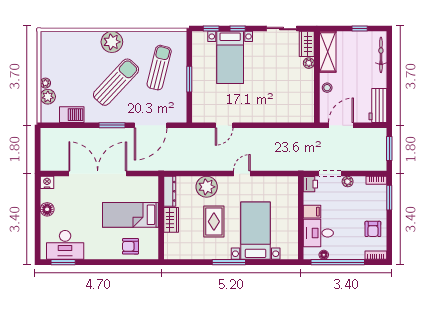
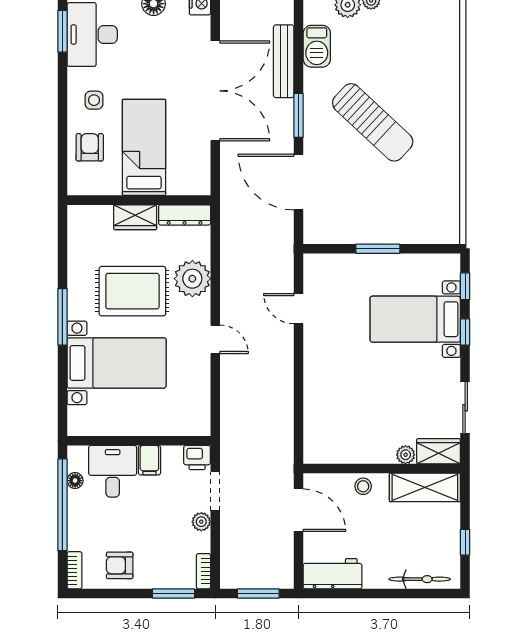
plant: (112, 42) -> (442, 115), removed
sun lounger: (159, 68) -> (398, 197), removed
bench: (81, 134) -> (284, 61), added
rug: (214, 222) -> (132, 291), width x1.36, depth x1.43
side table: (103, 244) -> (94, 100), added

